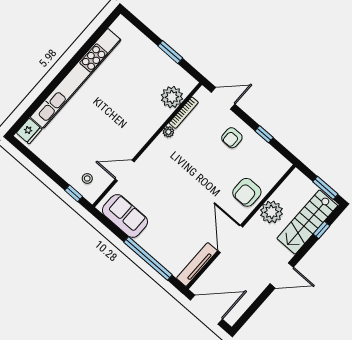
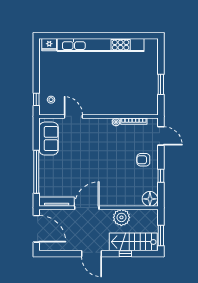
plant: (172, 97) -> (137, 107), removed
floor lamp: (278, 166) -> (150, 199), added
armchair: (247, 192) -> (120, 194), removed
window: (322, 230) -> (125, 254), moved

